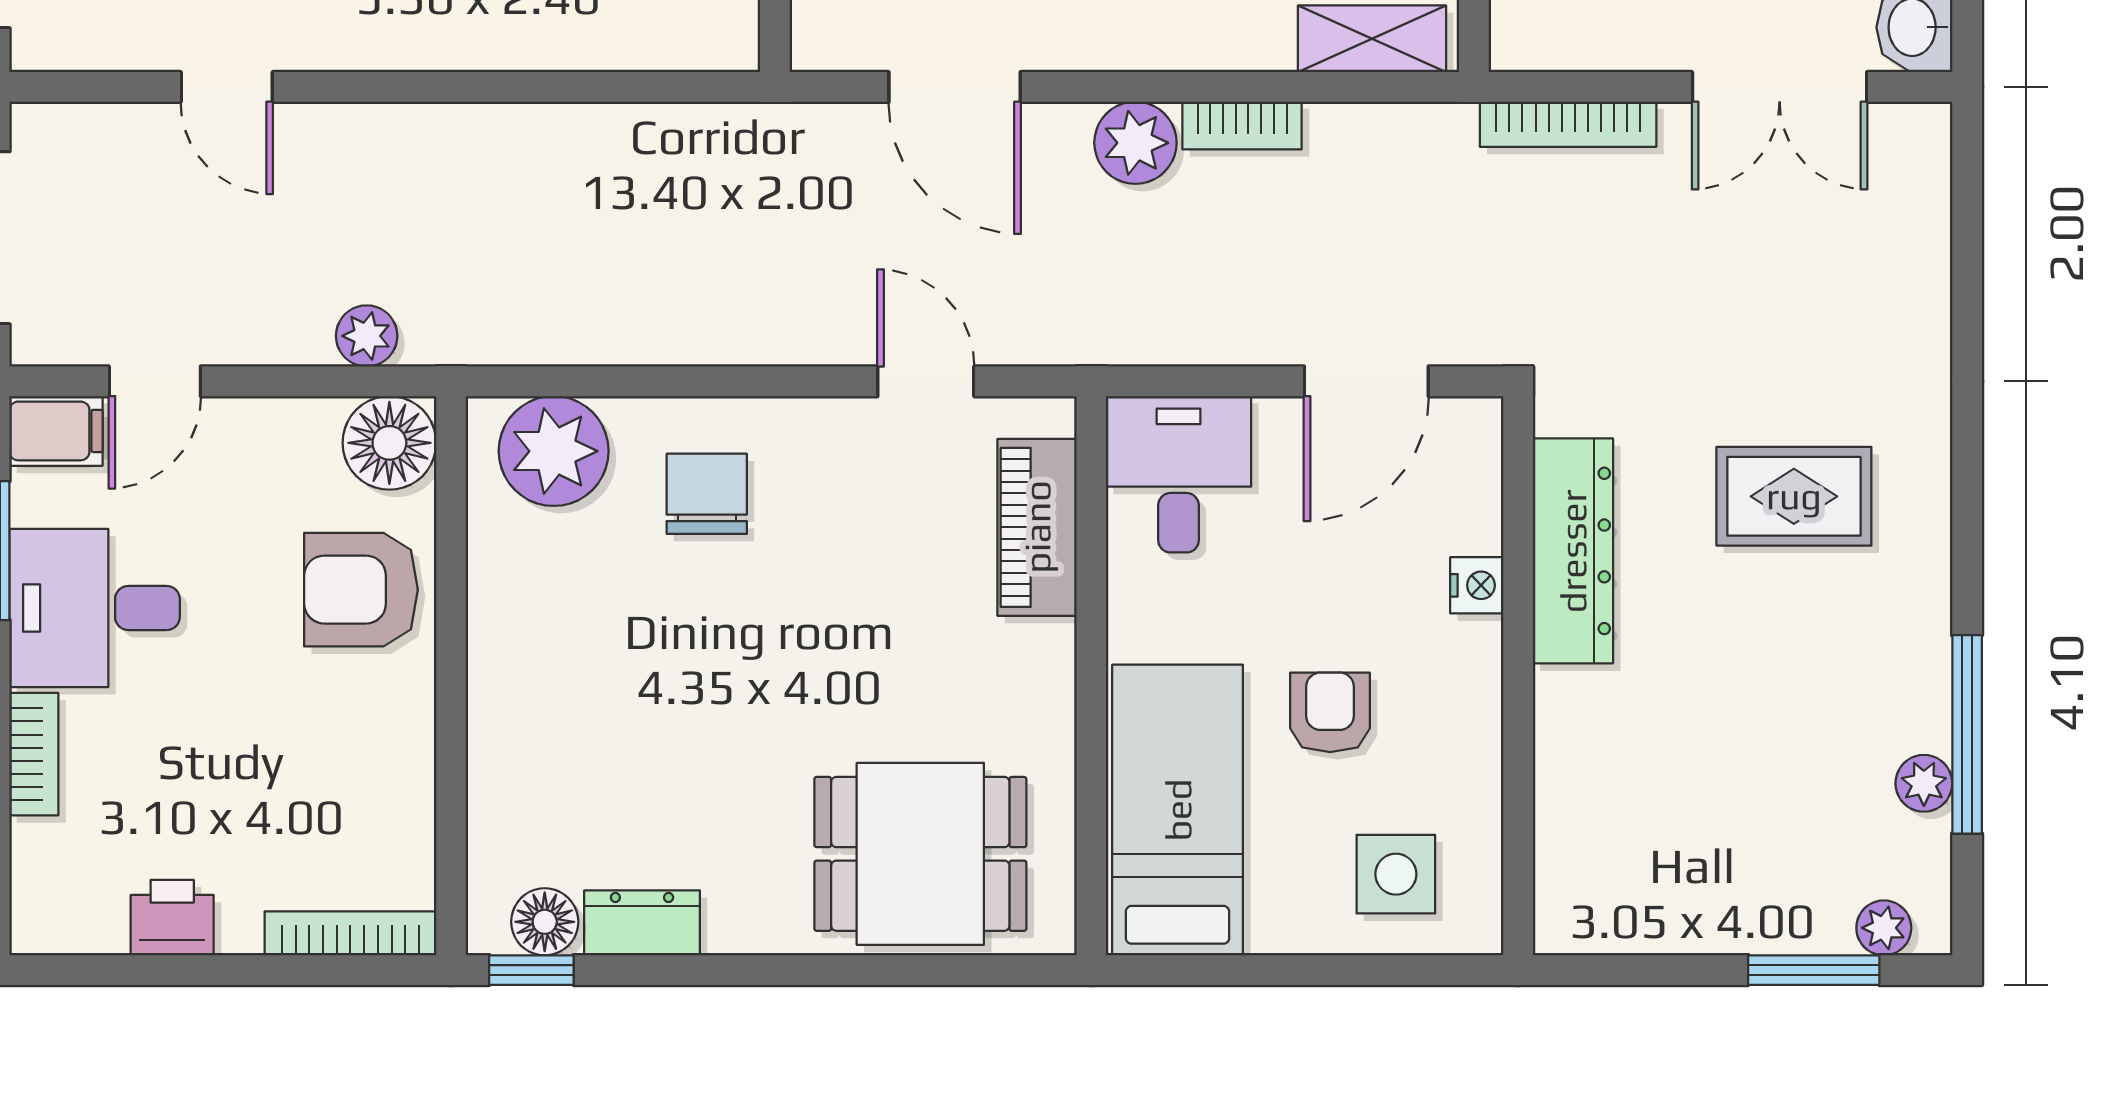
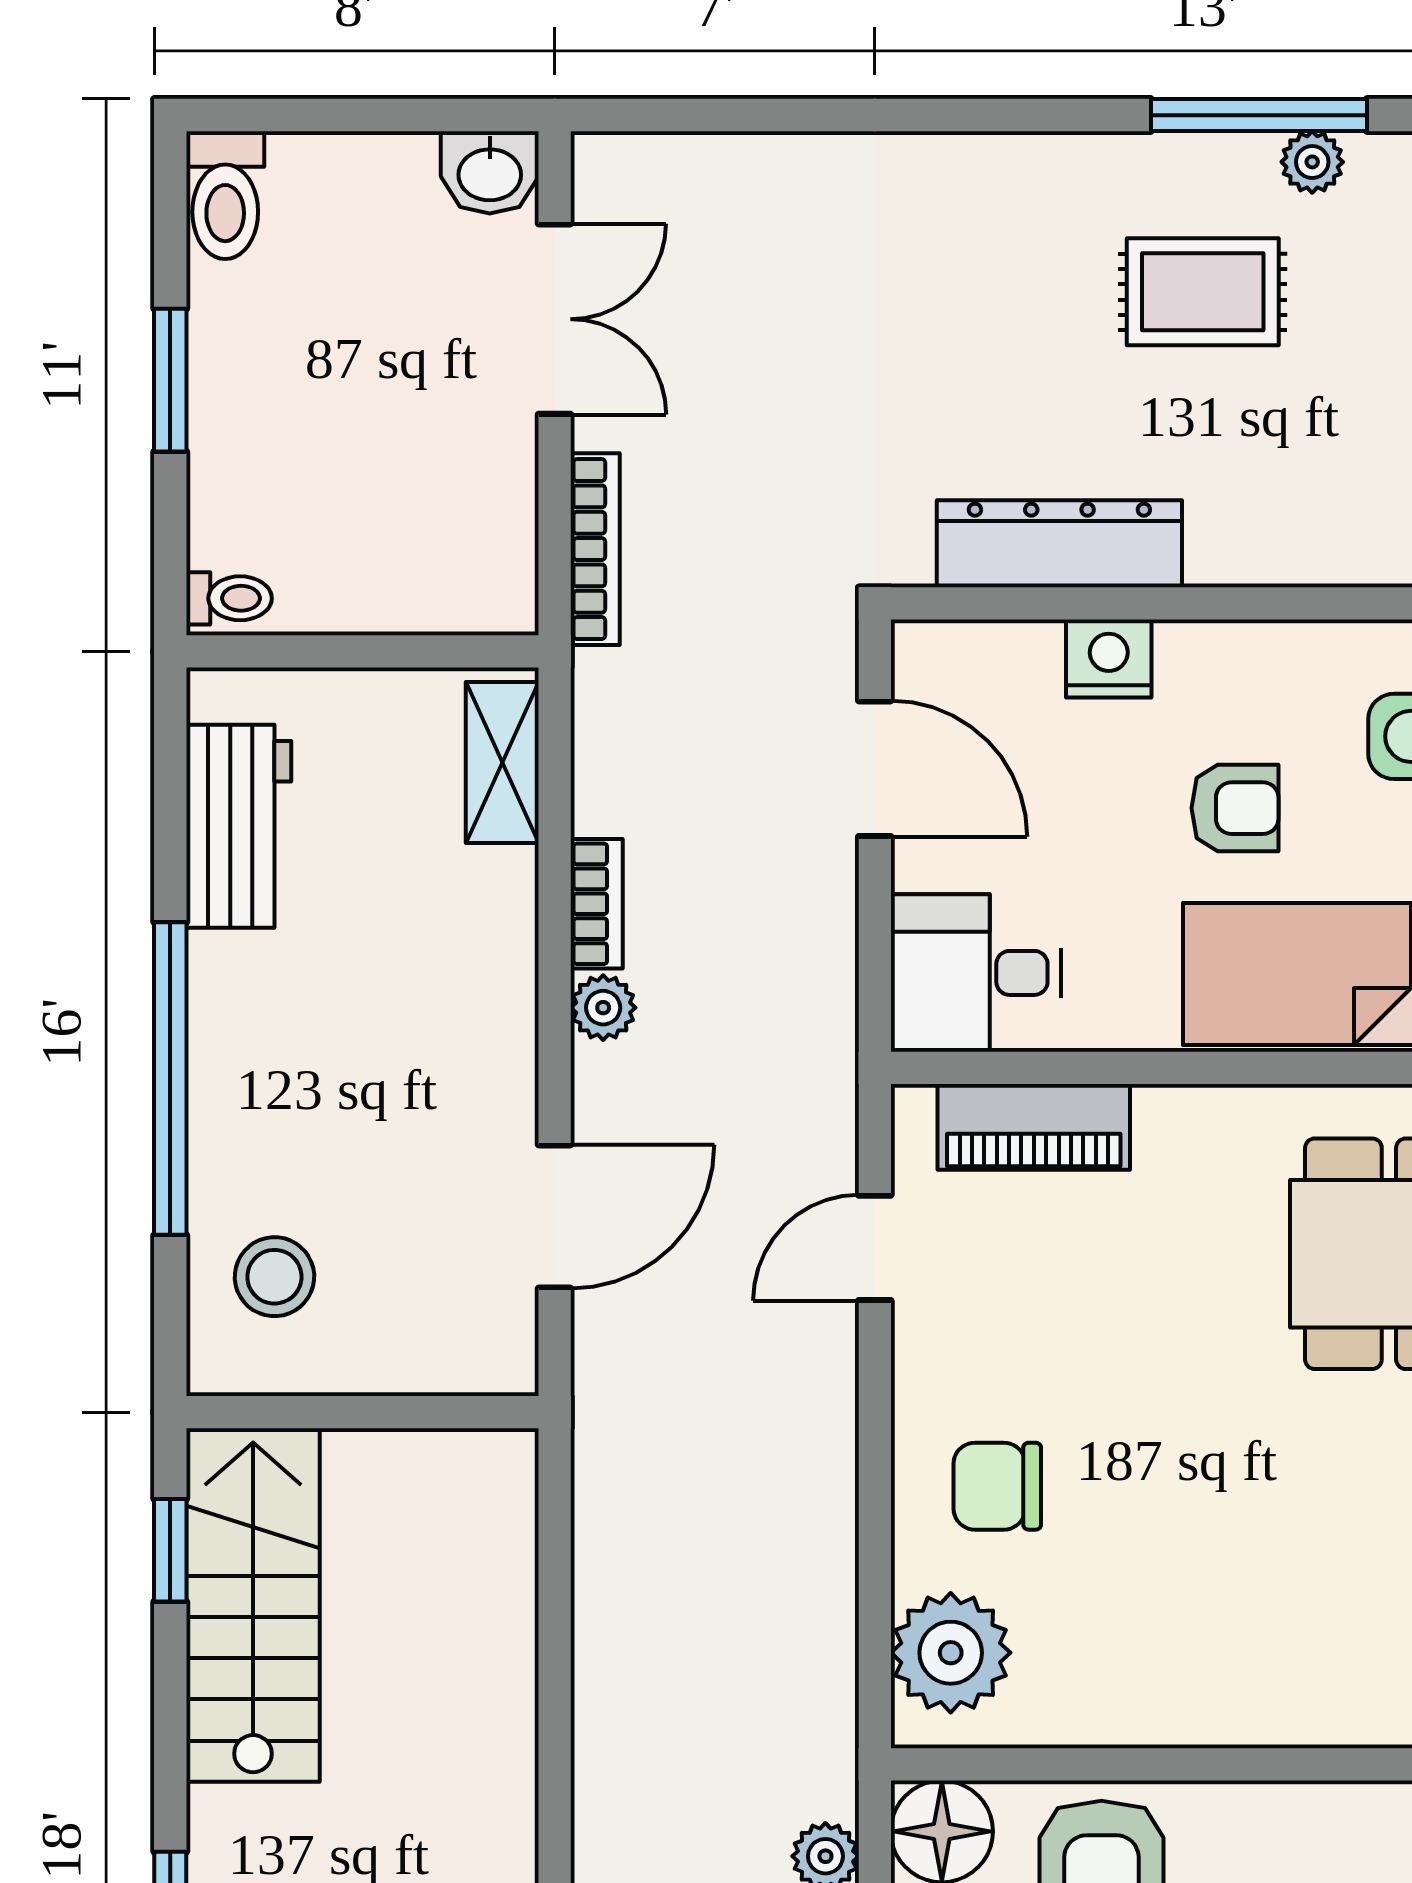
plant: (1135, 143) -> (603, 1008), width x0.73, depth x0.73
rug: (1794, 496) -> (1203, 292), moved, turned 90
nightstand: (1477, 585) -> (1109, 659), width x1.39, depth x1.35
armchair: (1330, 712) -> (1235, 808), turned 180

